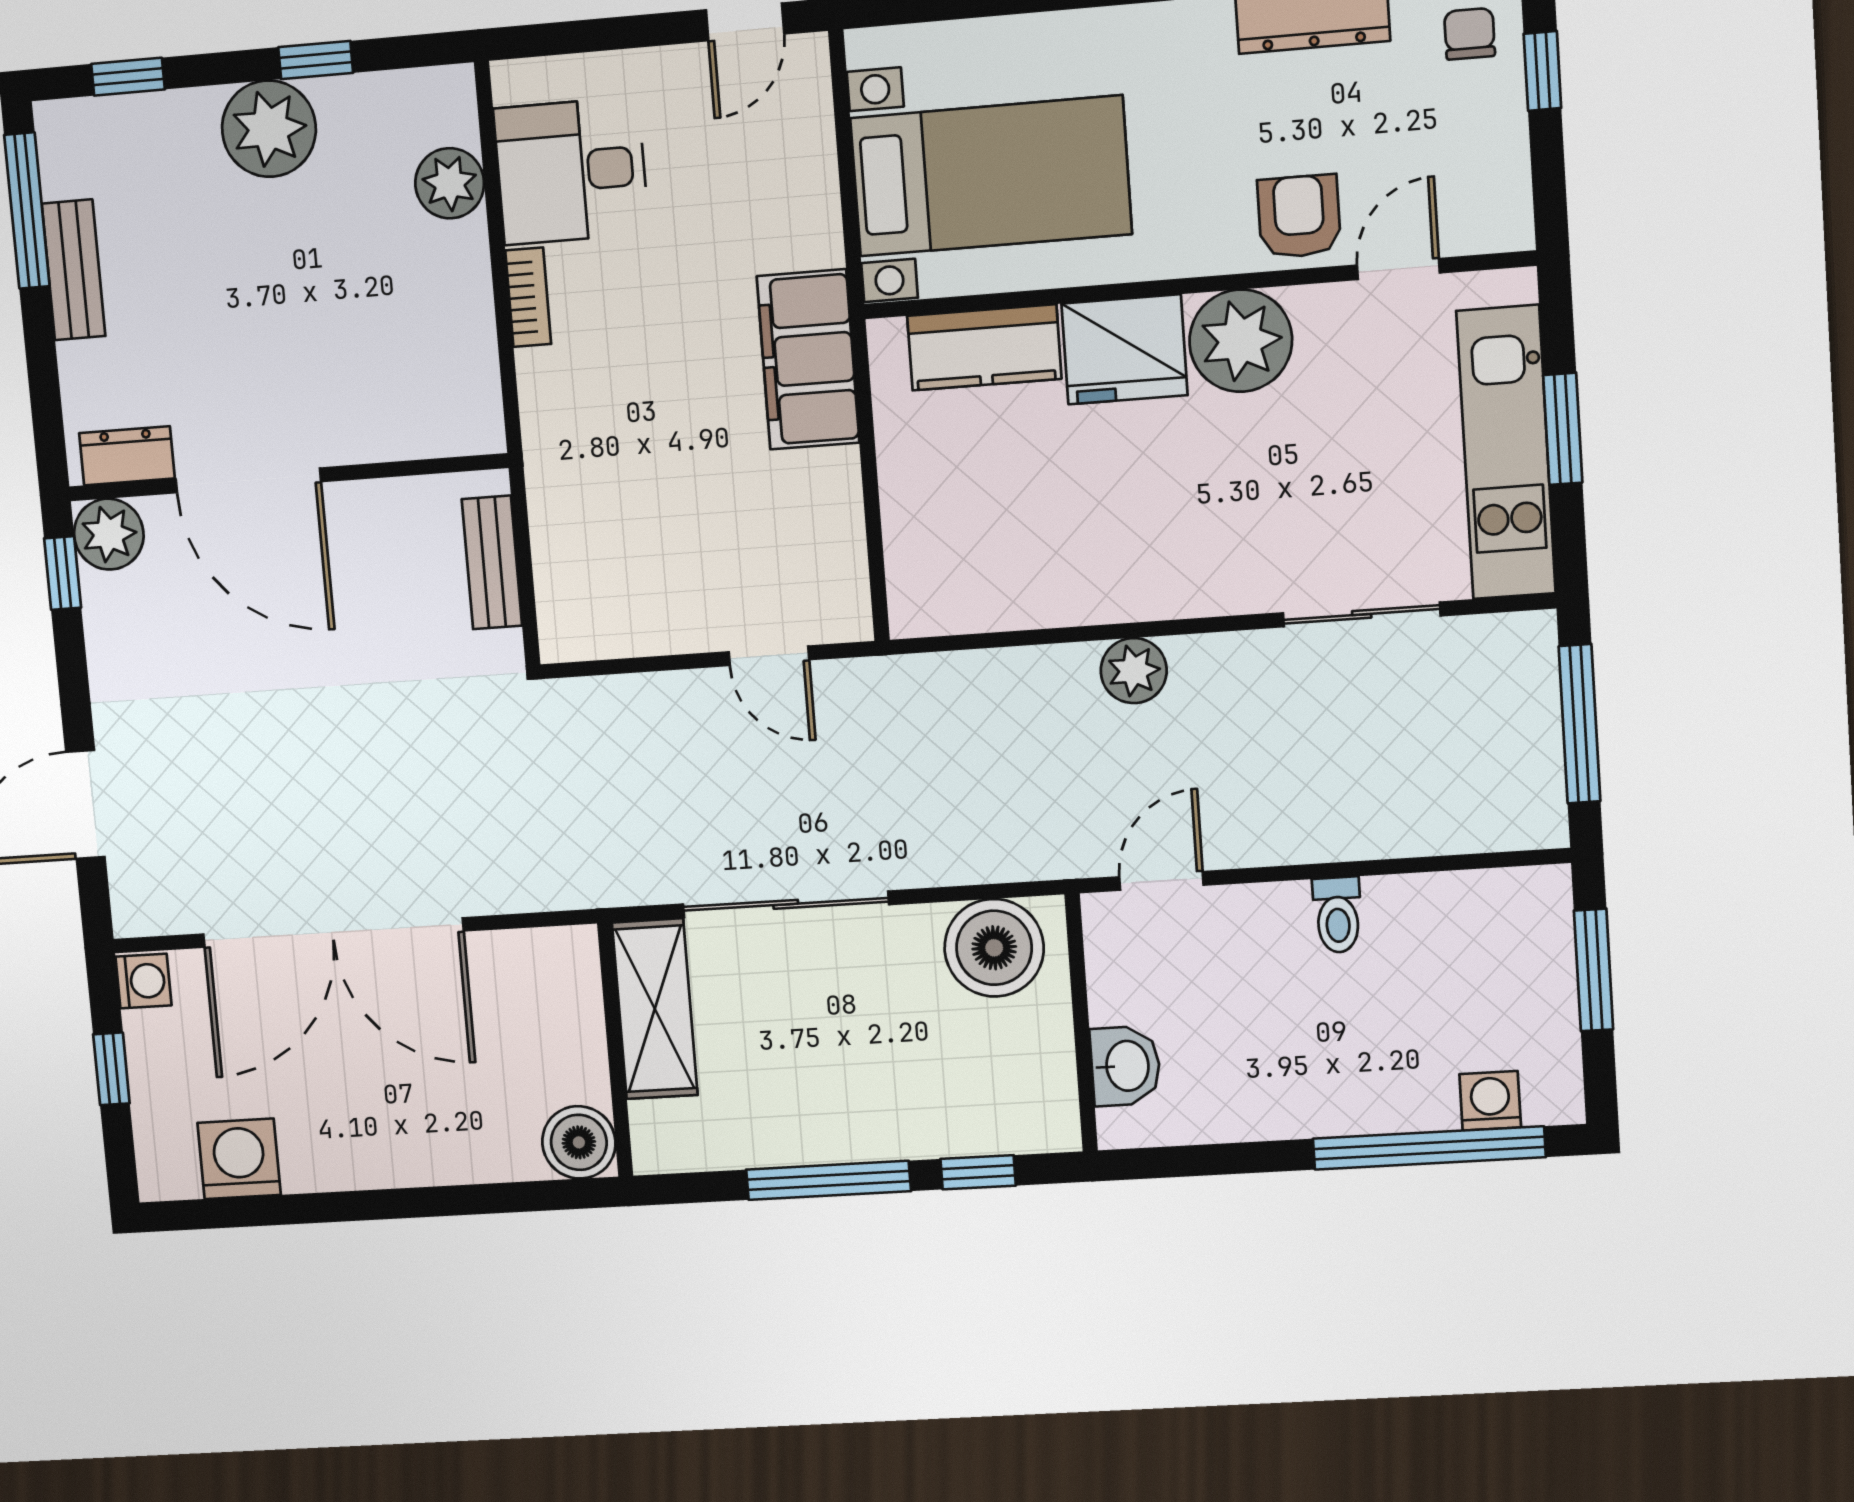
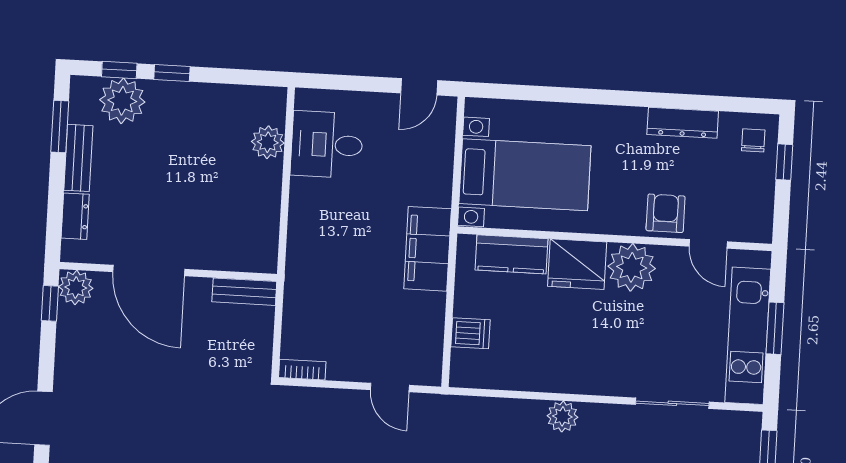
window: (316, 60) -> (172, 73), moved
plant: (269, 129) -> (122, 101), moved
window: (27, 211) -> (60, 127), width x0.69
door: (1398, 269) -> (708, 244), swing flipped
bookcase: (528, 297) -> (302, 370), moved, turned -90
dresser: (127, 456) -> (75, 216), moved, turned 90
dishwasher: (920, 523) -> (470, 333), added
bench: (492, 562) -> (244, 292), moved, turned 90

